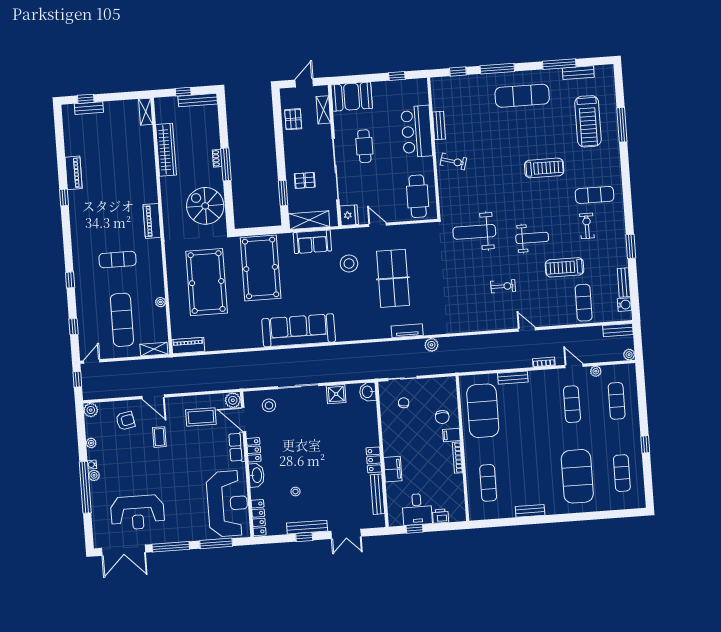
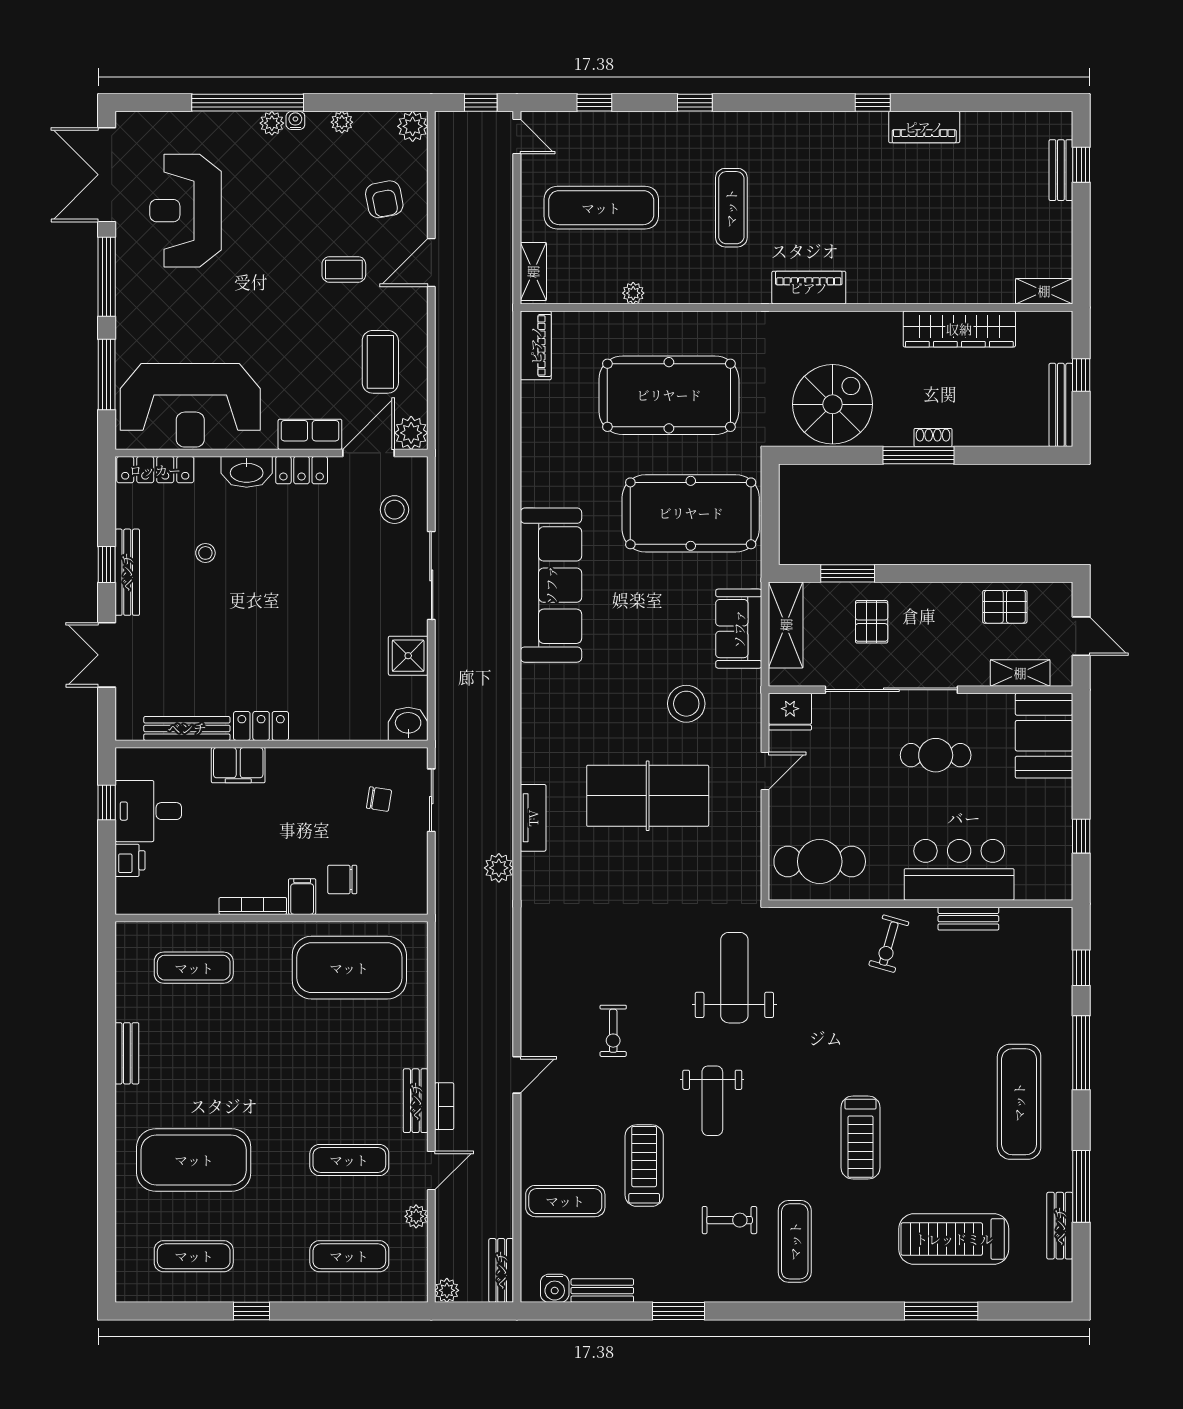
bench: (513, 378) -> (416, 1101), moved

